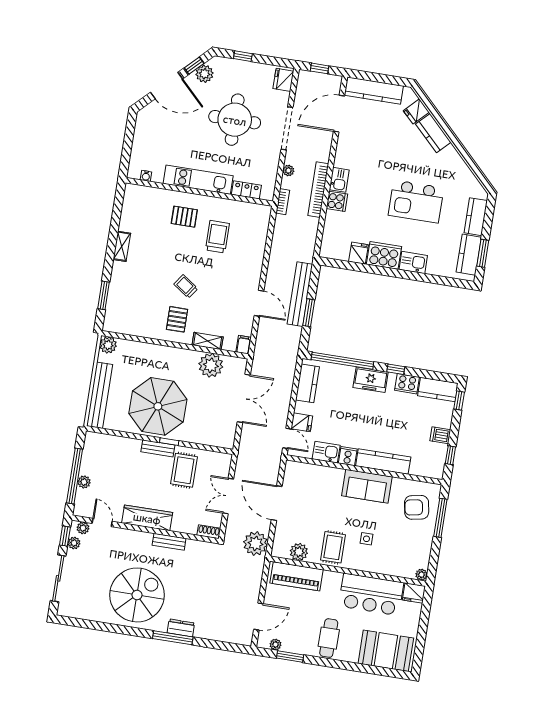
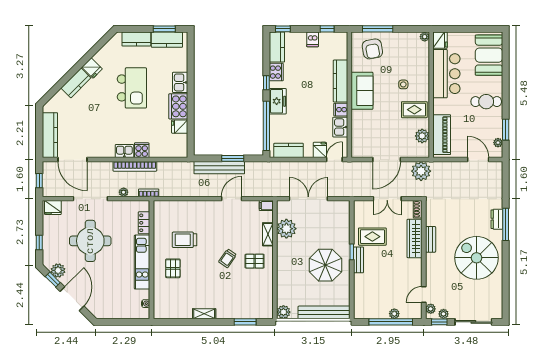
fridge: (416, 111) -> (92, 68), moved
parasol: (158, 406) -> (325, 265), width x0.73, depth x0.73
wardrobe: (147, 518) -> (415, 238), moved

